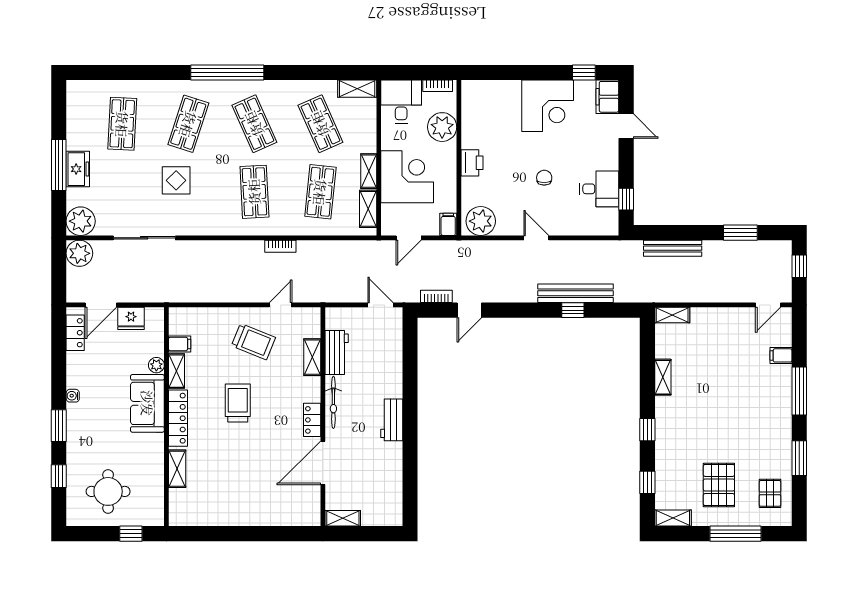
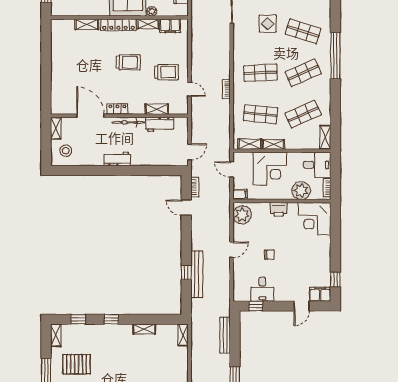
corner desk: (548, 106) -> (314, 219), moved
trolley: (253, 342) -> (166, 72), turned -112
filing cabinet: (180, 344) -> (170, 26), width x2.00
stool: (378, 502) -> (66, 151), added

